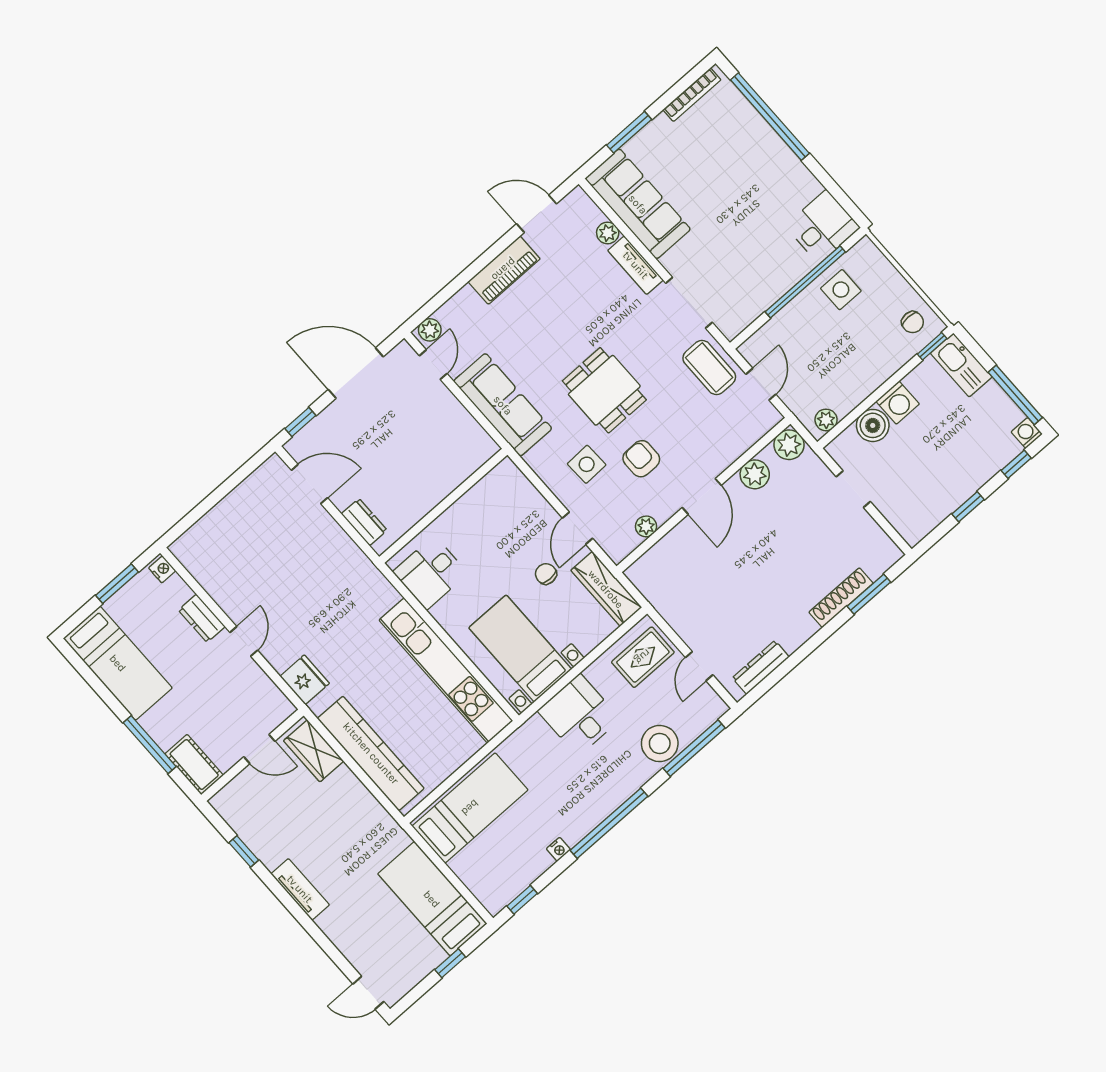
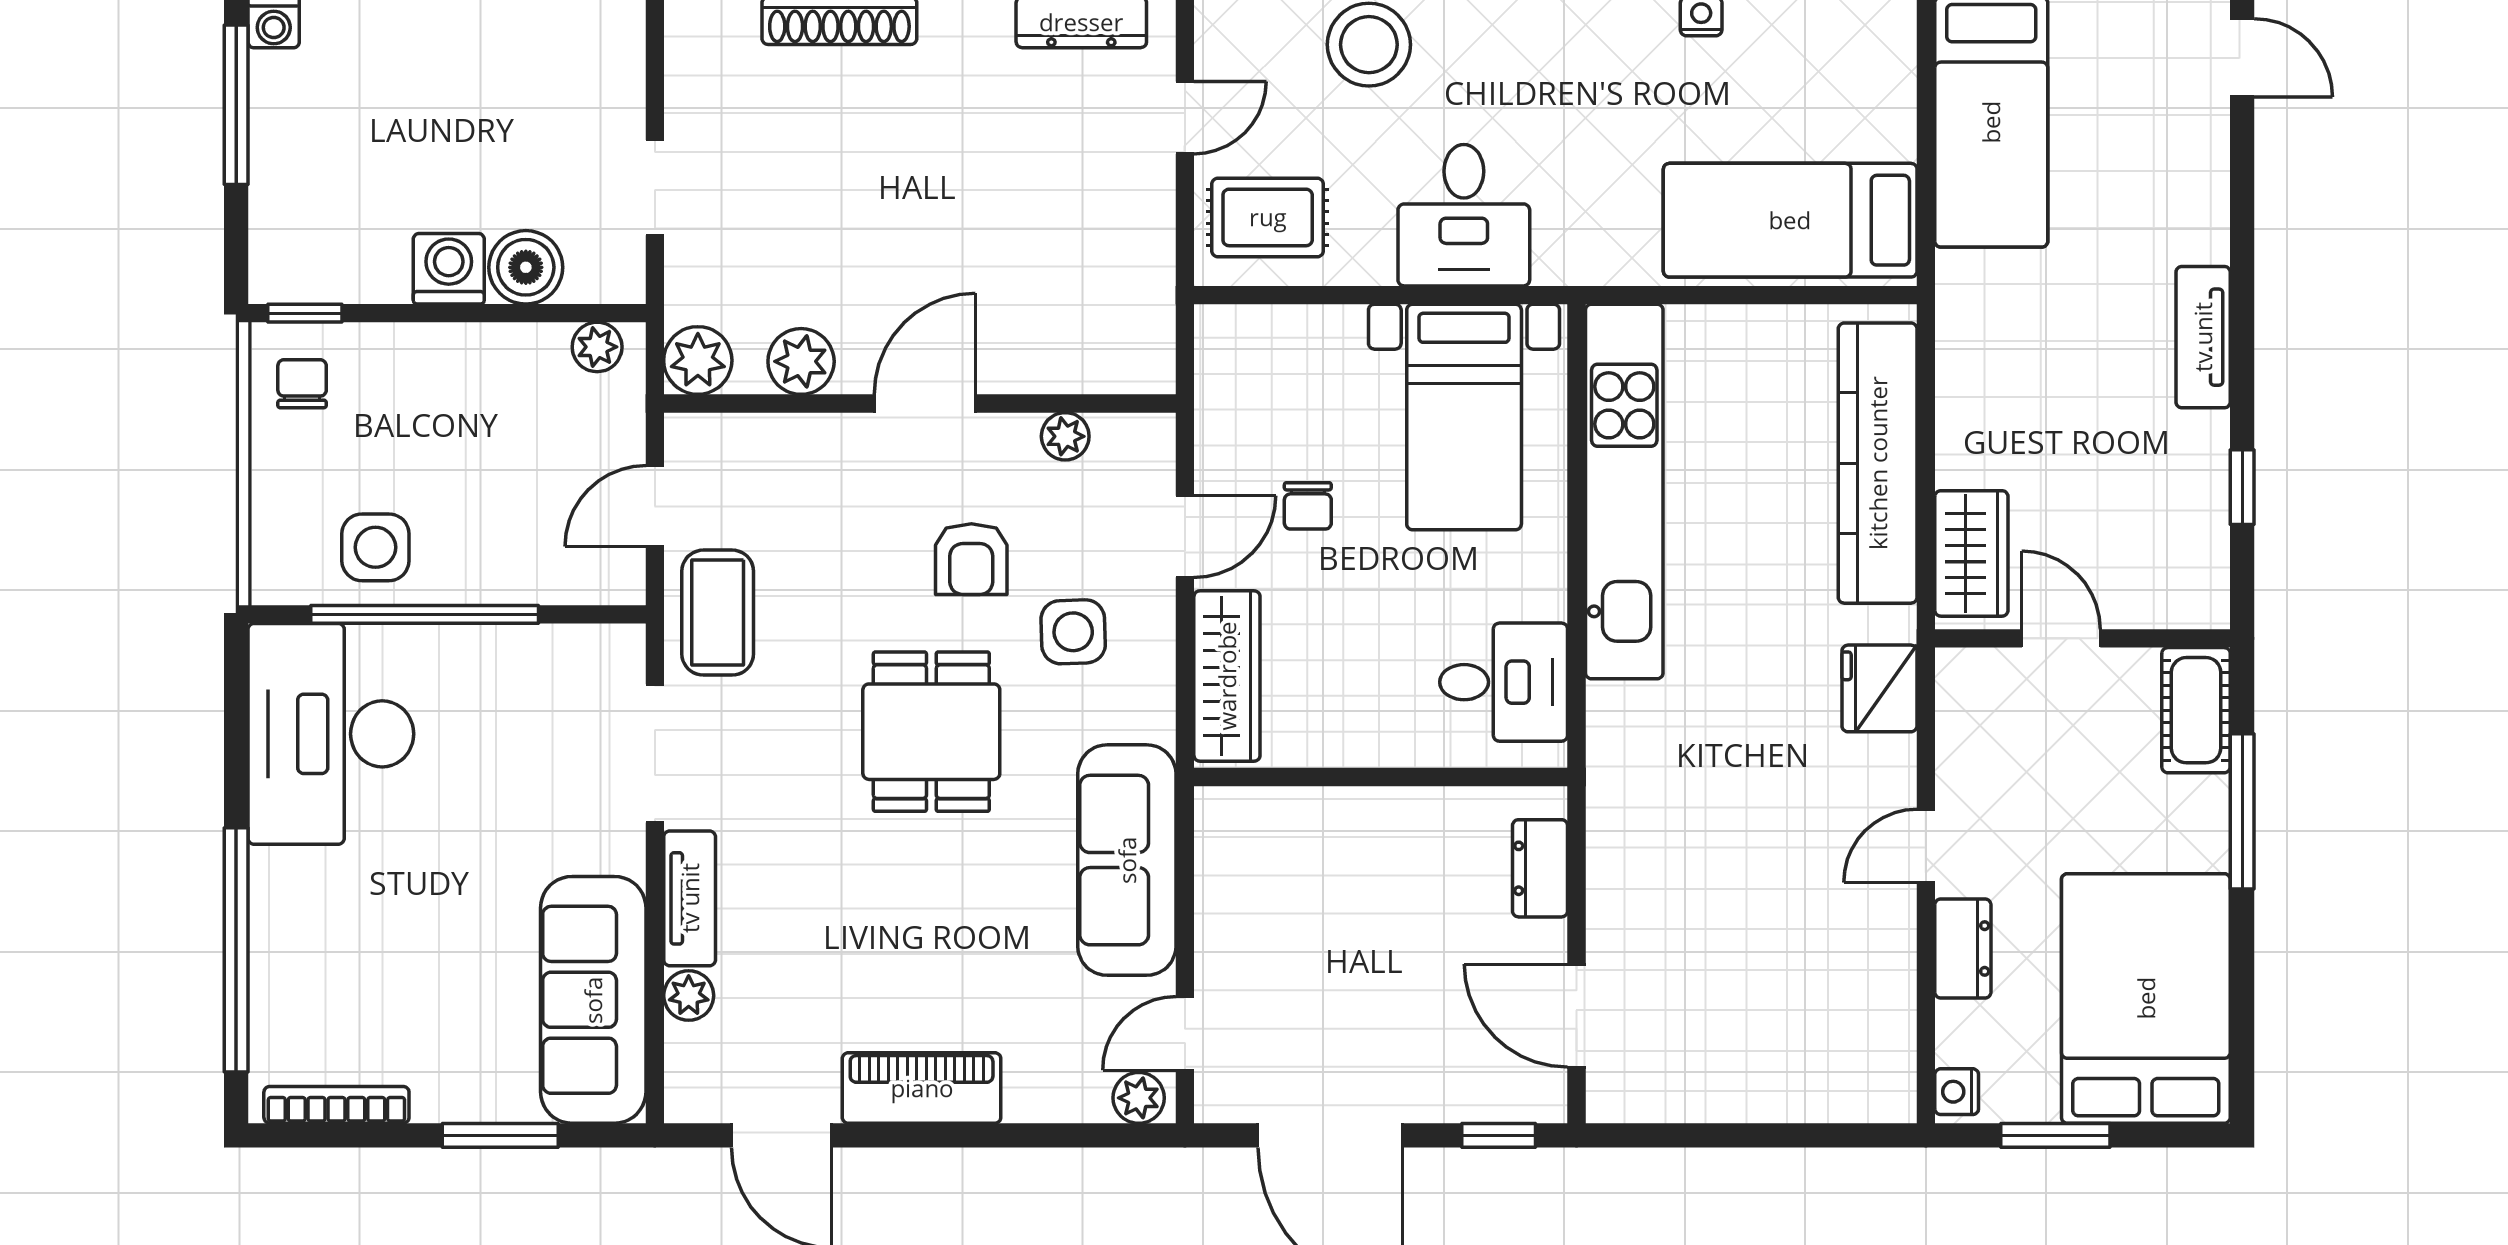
desk: (823, 227) -> (331, 734), width x1.87, depth x1.30
kitchen sink: (961, 365) -> (283, 237), removed
wardrobe: (606, 589) -> (1227, 676), moved
bed: (118, 663) -> (2146, 998), width x1.50

